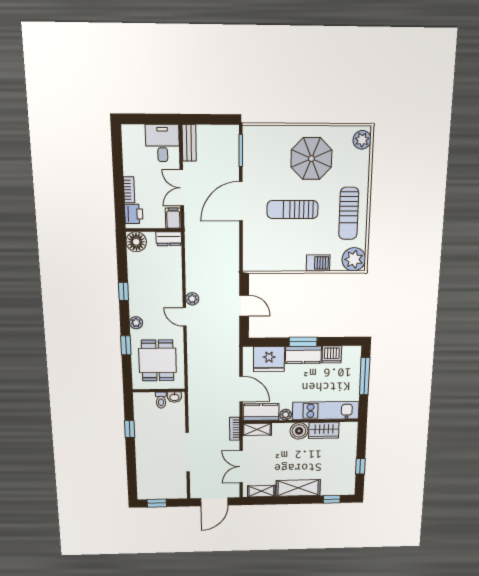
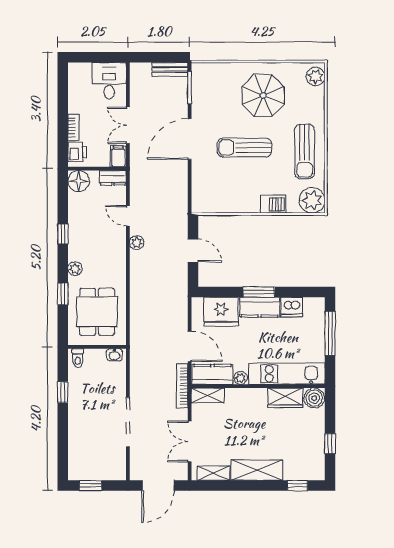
bench: (189, 143) -> (170, 69), moved, turned 90
door: (185, 317) -> (128, 216), moved
toilet: (161, 400) -> (78, 358), moved
bookcase: (235, 429) -> (182, 386), width x1.56
boiler: (299, 431) -> (314, 398), moved

